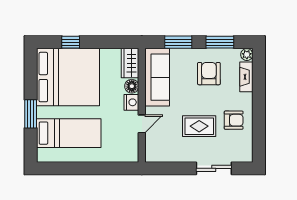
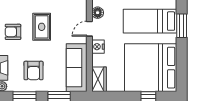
floor lamp: (132, 86) -> (98, 13), moved
window: (31, 114) -> (182, 26), moved
rug: (199, 126) -> (42, 27), turned 90

